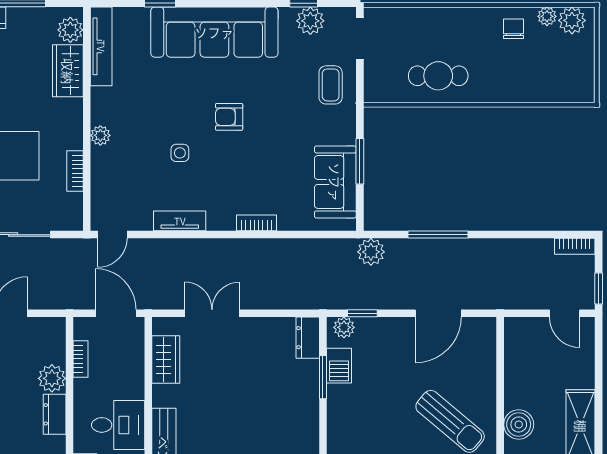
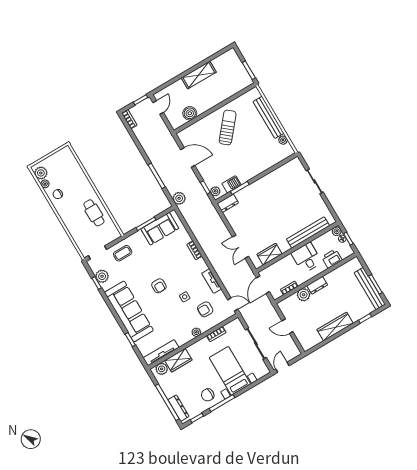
armchair: (134, 177) -> (205, 309), added
boiler: (519, 424) -> (190, 113), moved

